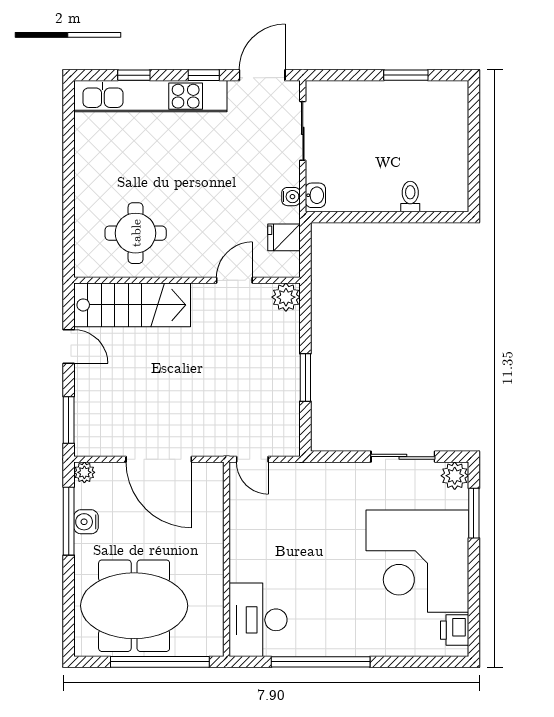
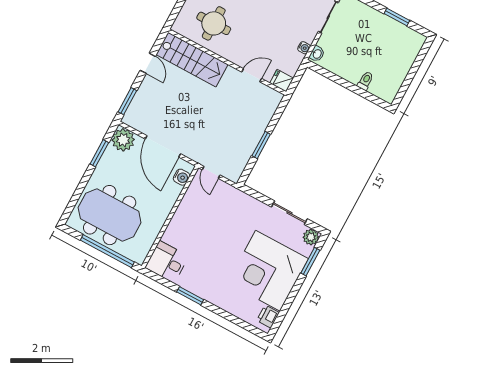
fridge: (284, 237) -> (282, 81), moved
plant: (286, 297) -> (273, 98), removed
plant: (84, 472) -> (123, 140), width x1.87, depth x1.87
window: (69, 521) -> (99, 153), width x0.69
water cooler: (86, 522) -> (182, 177), moved, turned 180
desk: (258, 620) -> (167, 262), width x0.73
window: (321, 662) -> (190, 296), width x0.47

